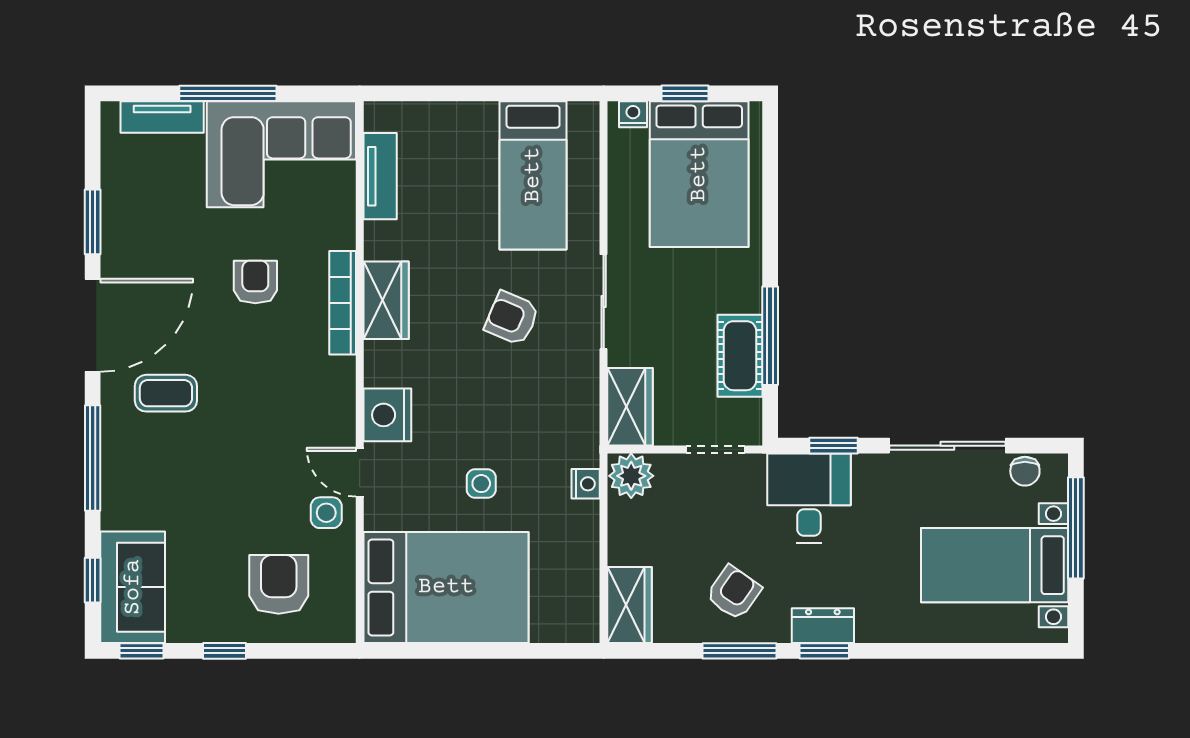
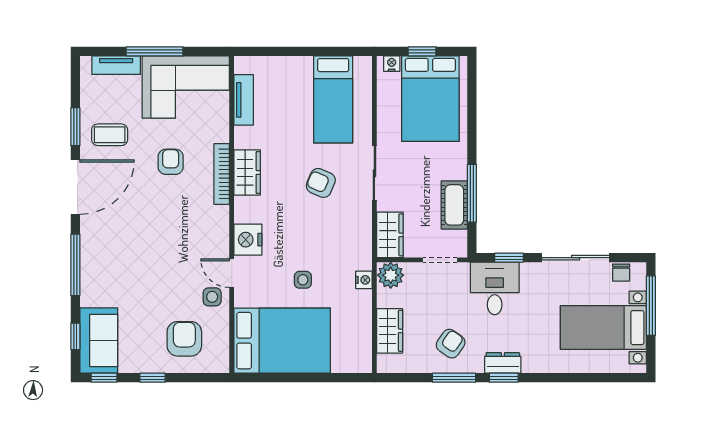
coffee table: (166, 393) -> (110, 135), moved
wardrobe: (630, 605) -> (390, 331), moved

